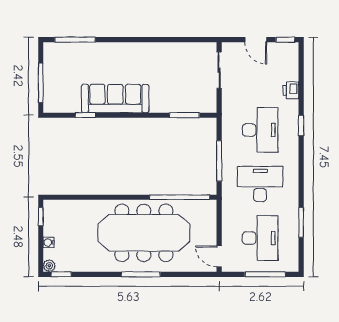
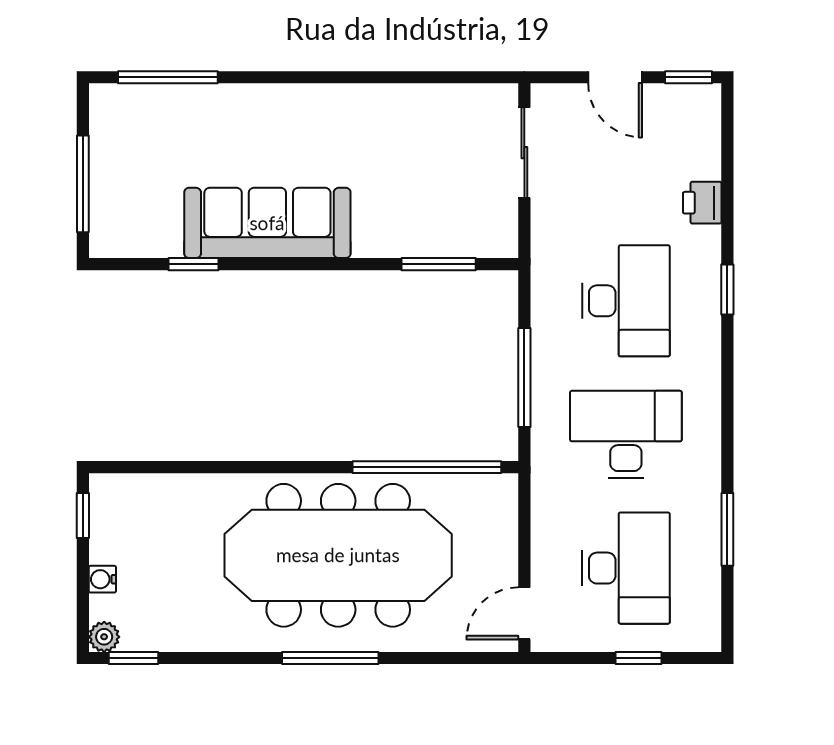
door: (219, 256) -> (524, 613), hinge flipped
window: (265, 274) -> (638, 658), width x0.46

